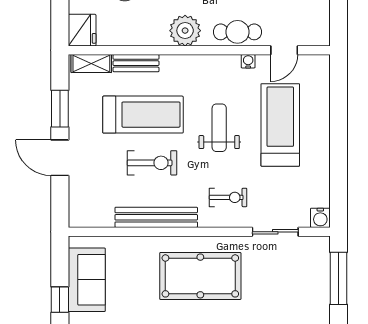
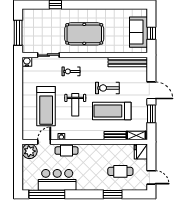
plant: (185, 31) -> (30, 151), moved
bench: (156, 217) -> (128, 62), moved
window: (60, 300) -> (151, 33), moved

